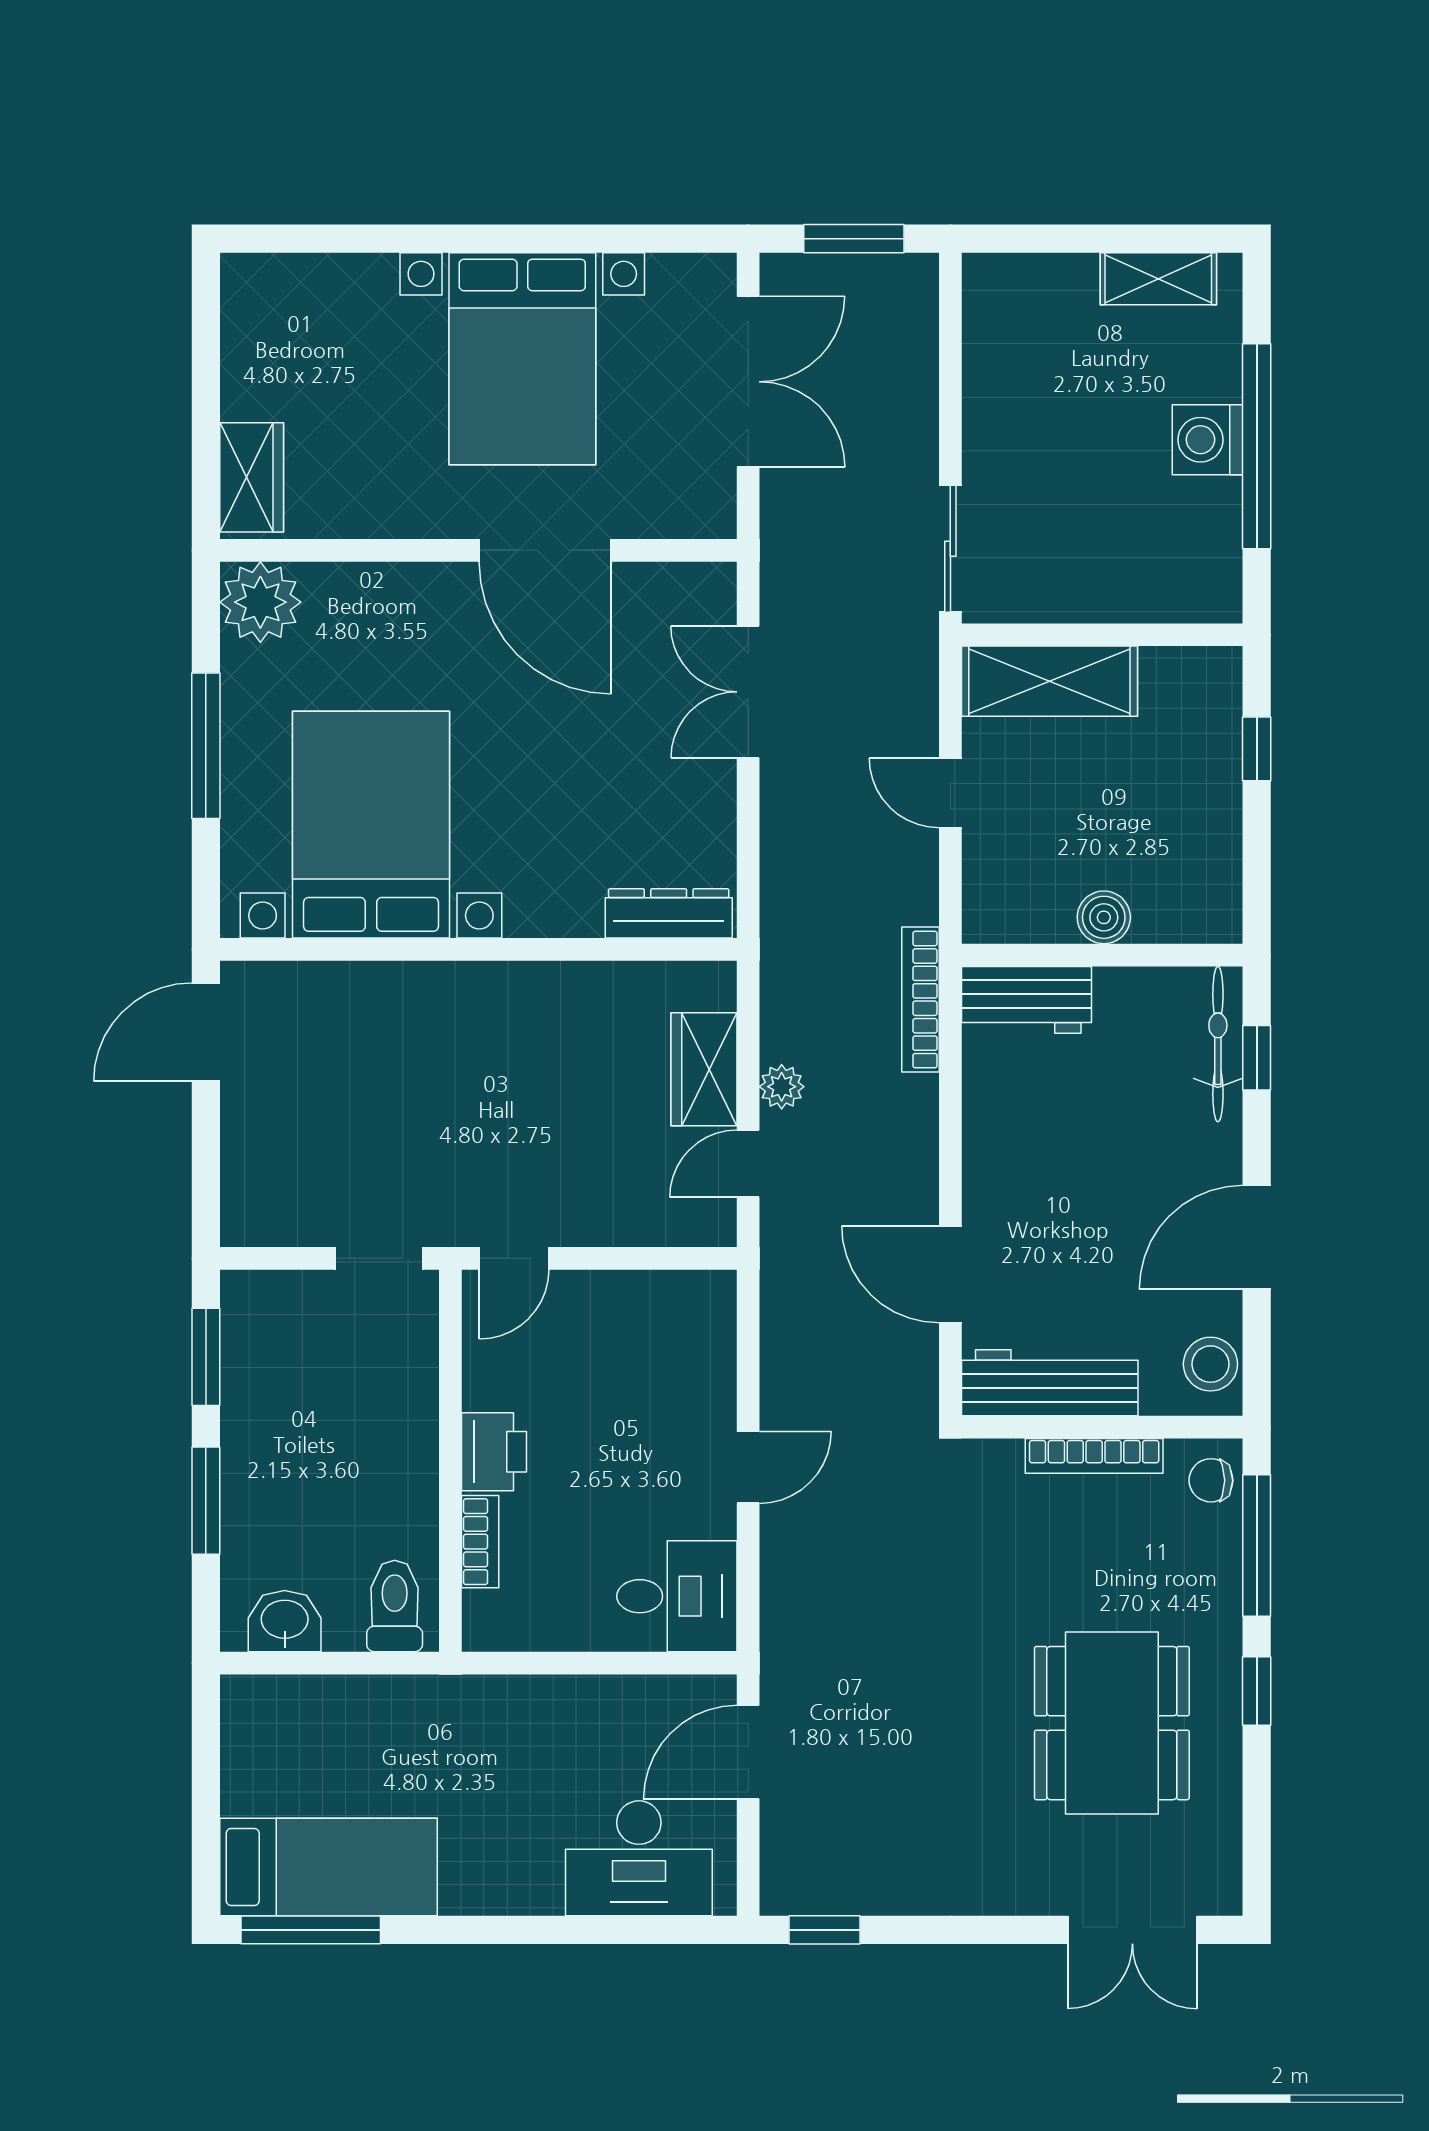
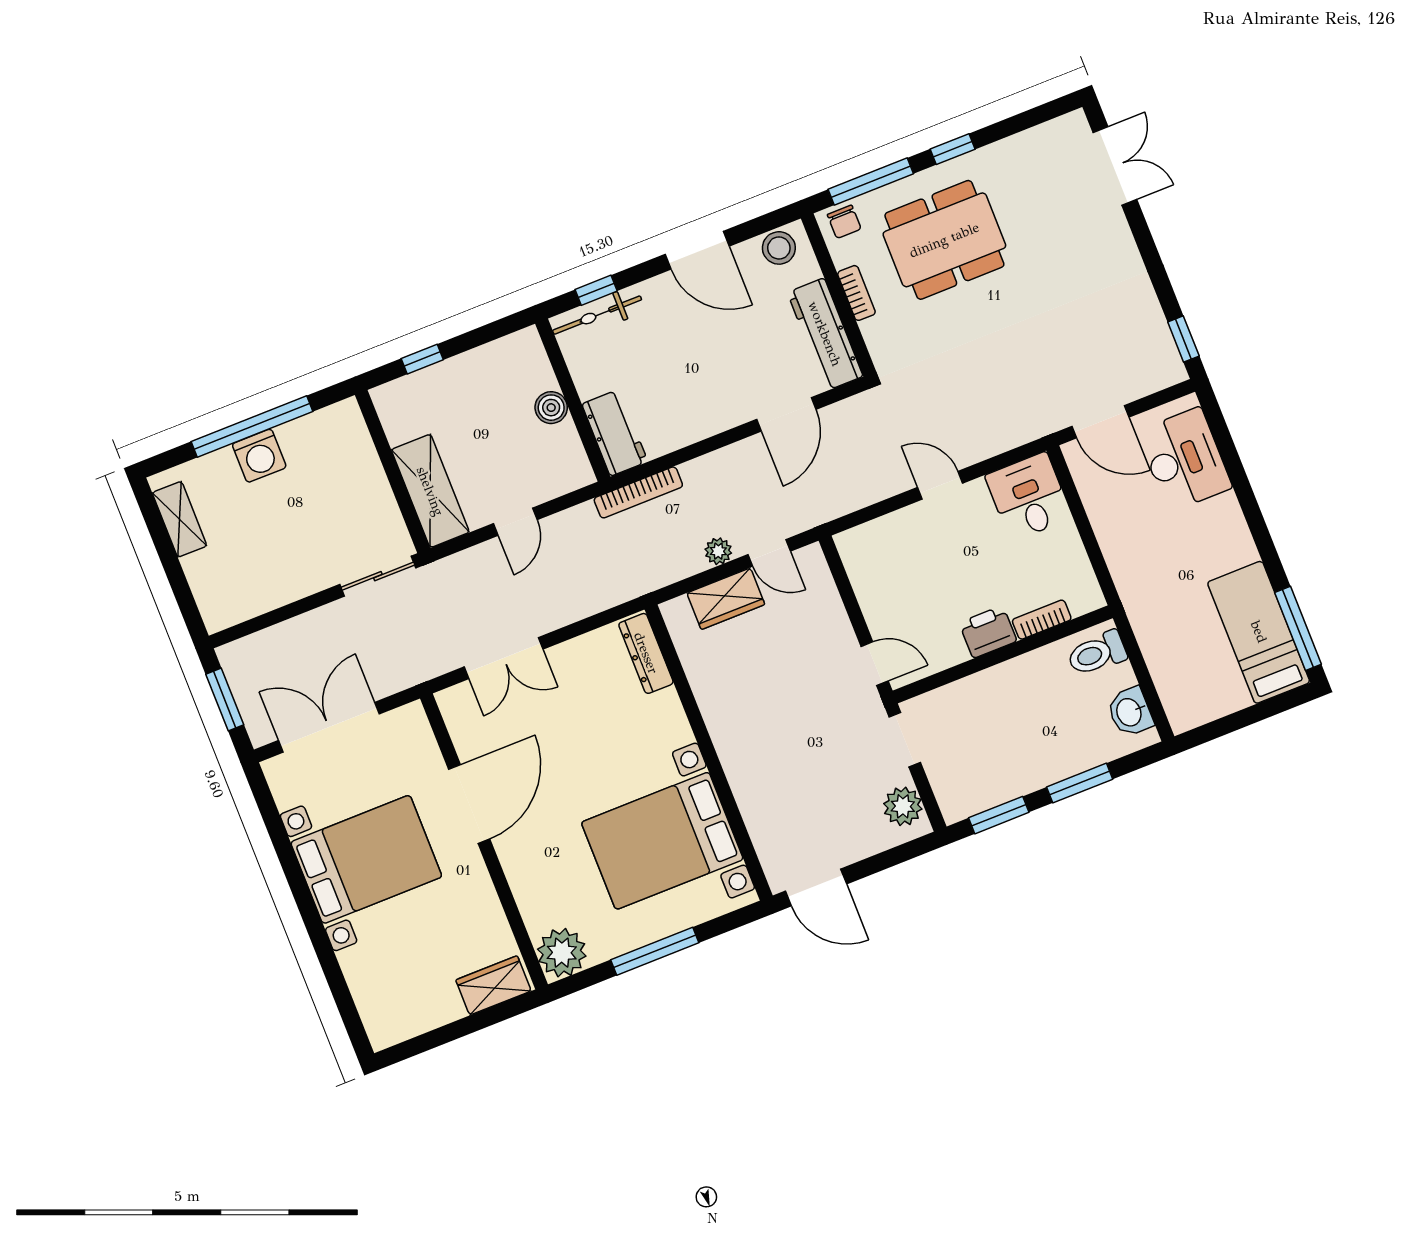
plant: (278, 1215) -> (903, 806), added
bookcase: (1094, 1456) -> (856, 293), width x0.64
dining table: (1112, 1723) -> (944, 240), moved

